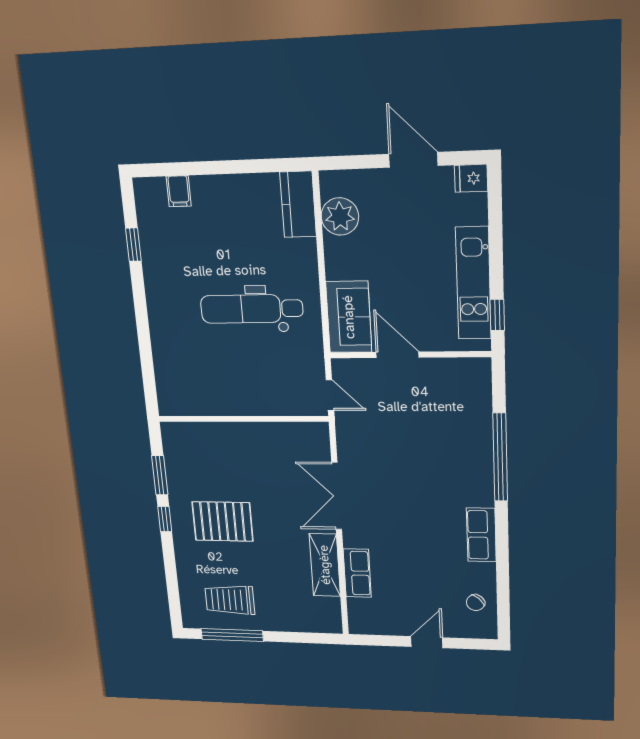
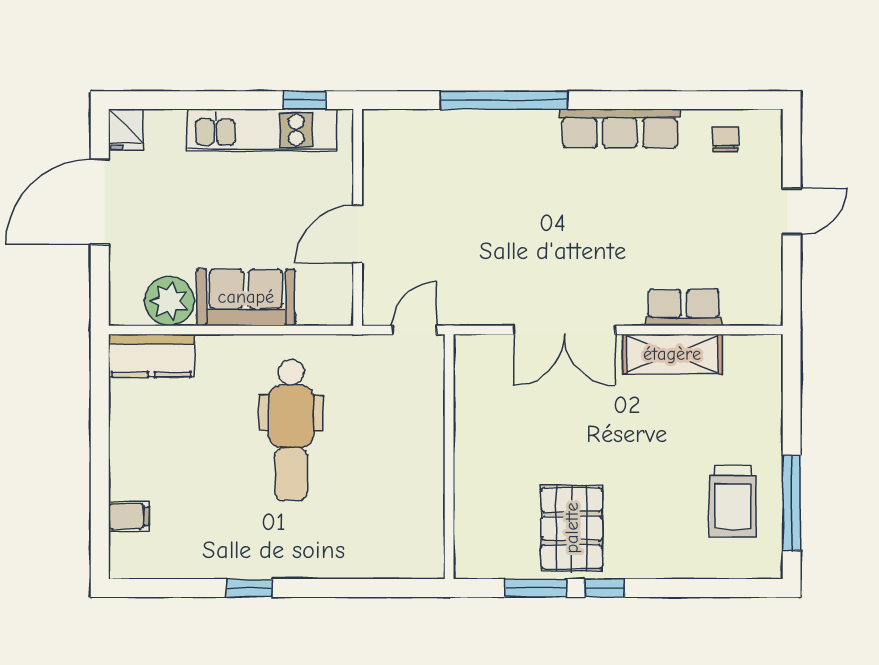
door: (413, 160) -> (100, 202), width x1.36
window: (133, 245) -> (250, 588), moved
sofa: (349, 317) -> (246, 297), moved
pallet: (222, 522) -> (572, 528), moved
row of seats: (481, 535) -> (620, 128), width x1.48
chair: (476, 603) -> (725, 139), turned -133
door: (427, 642) -> (792, 211), swing flipped

